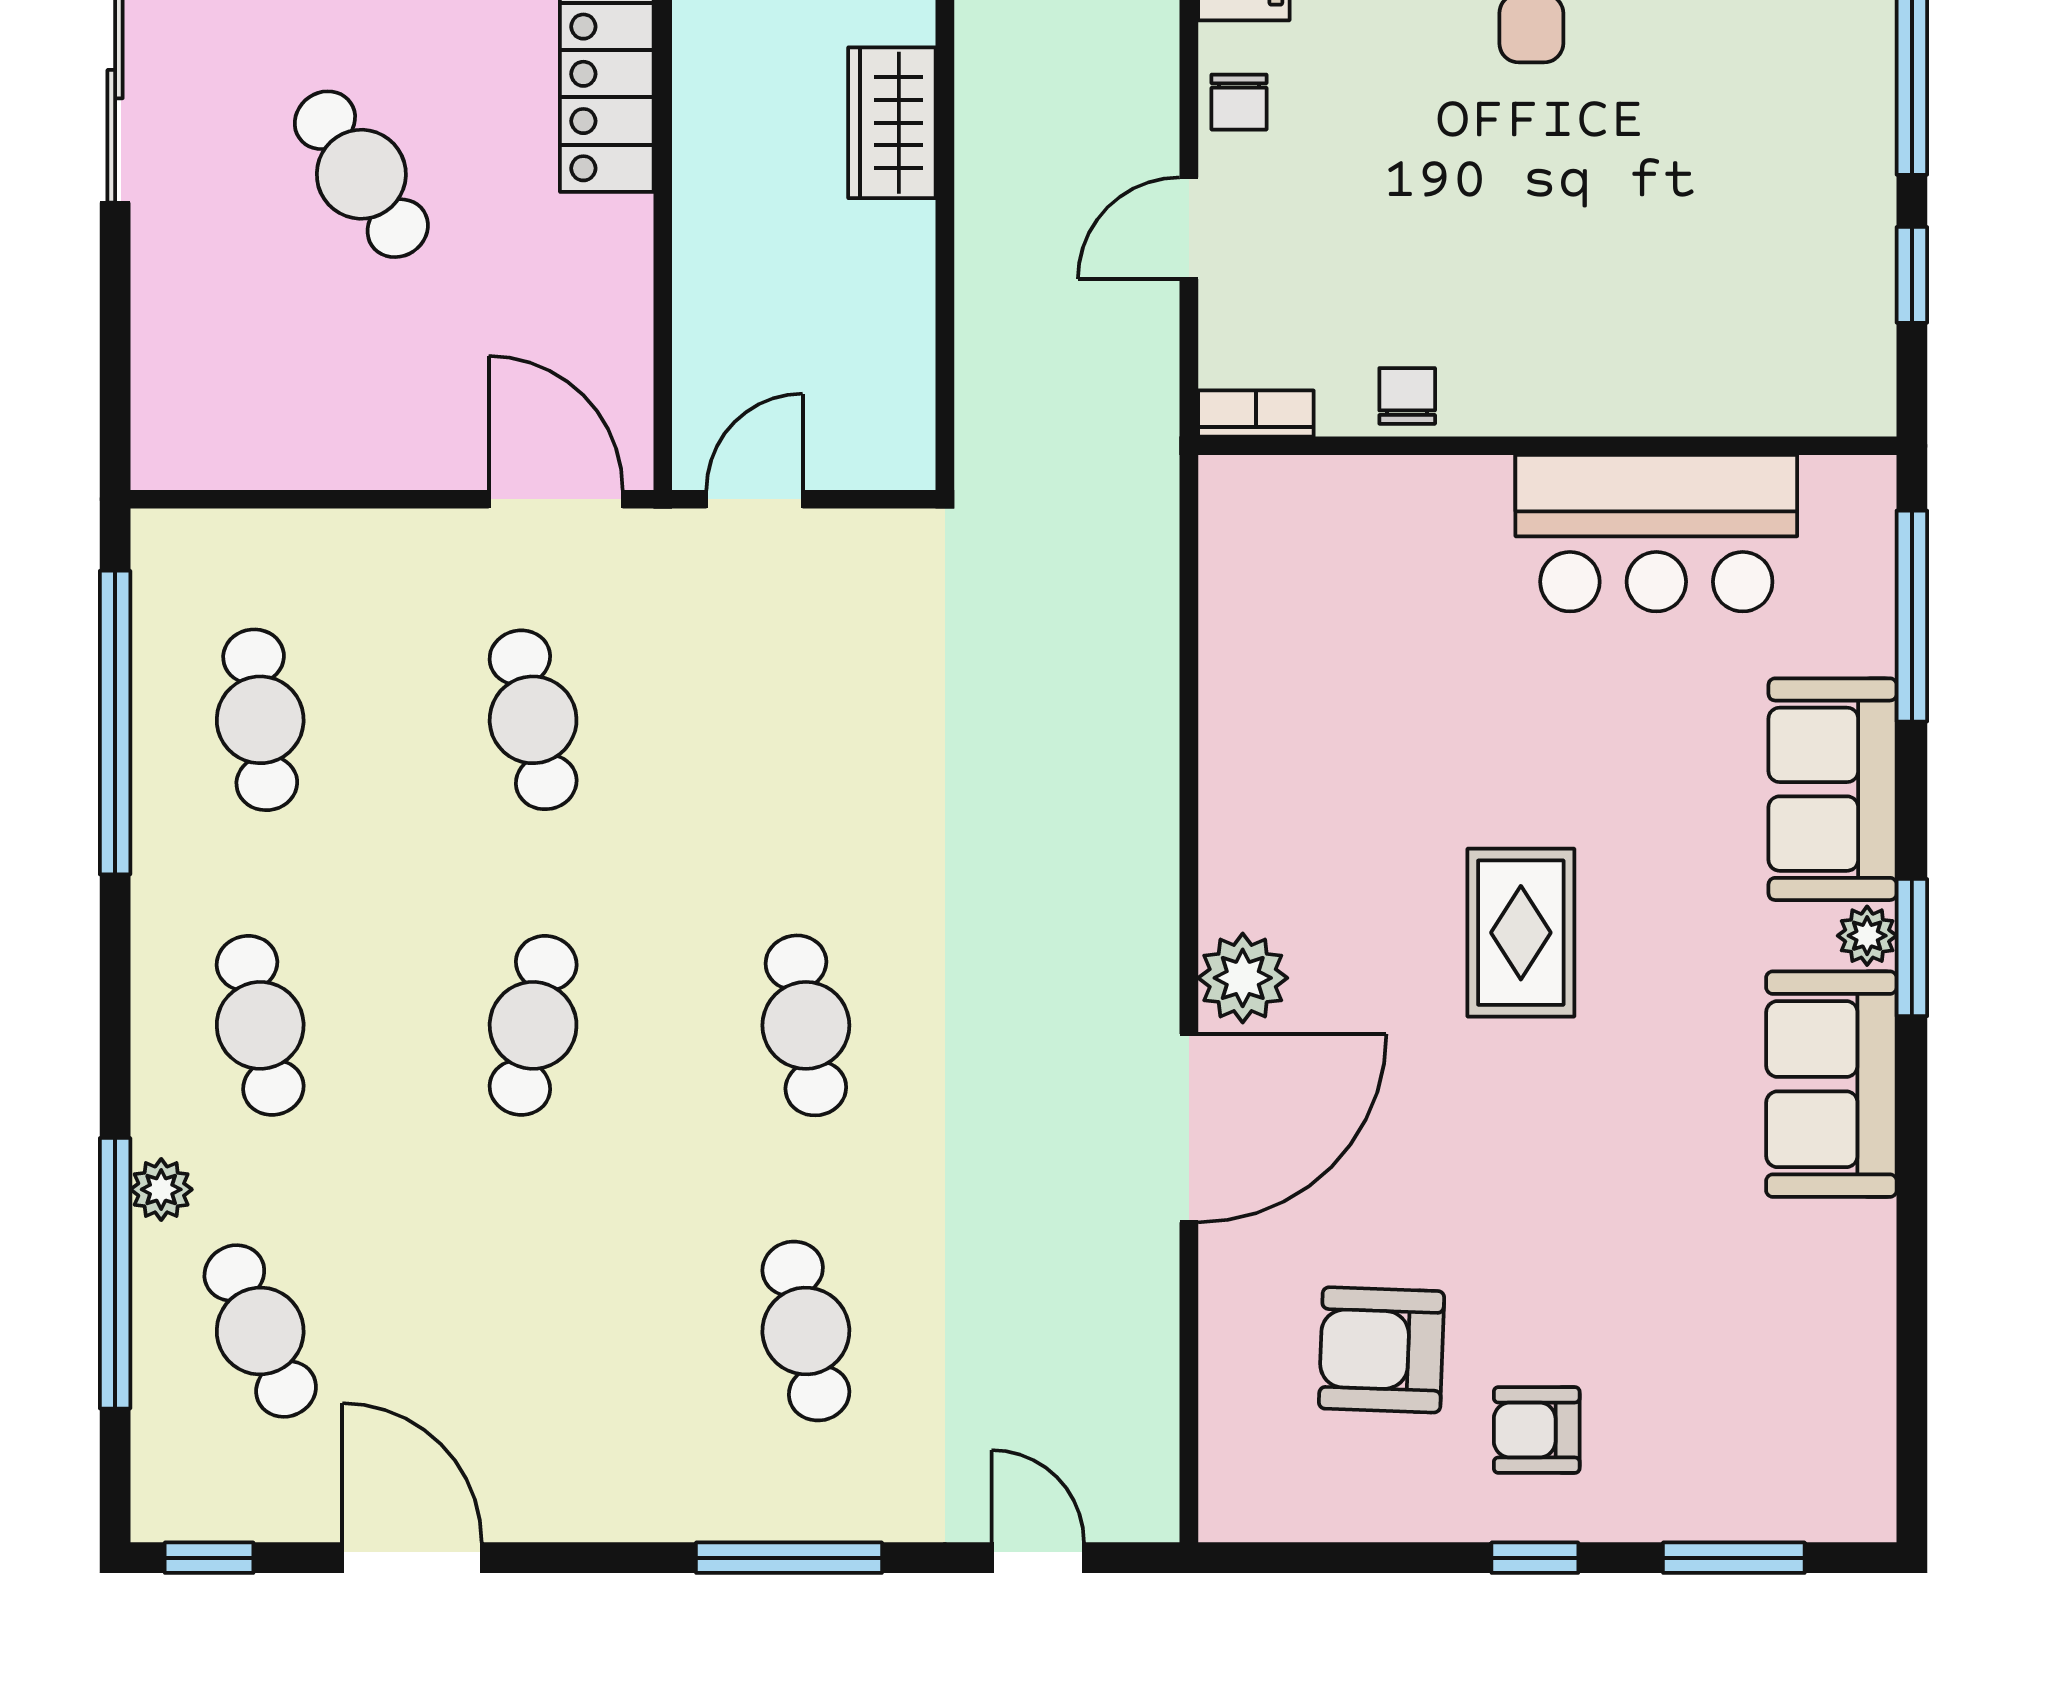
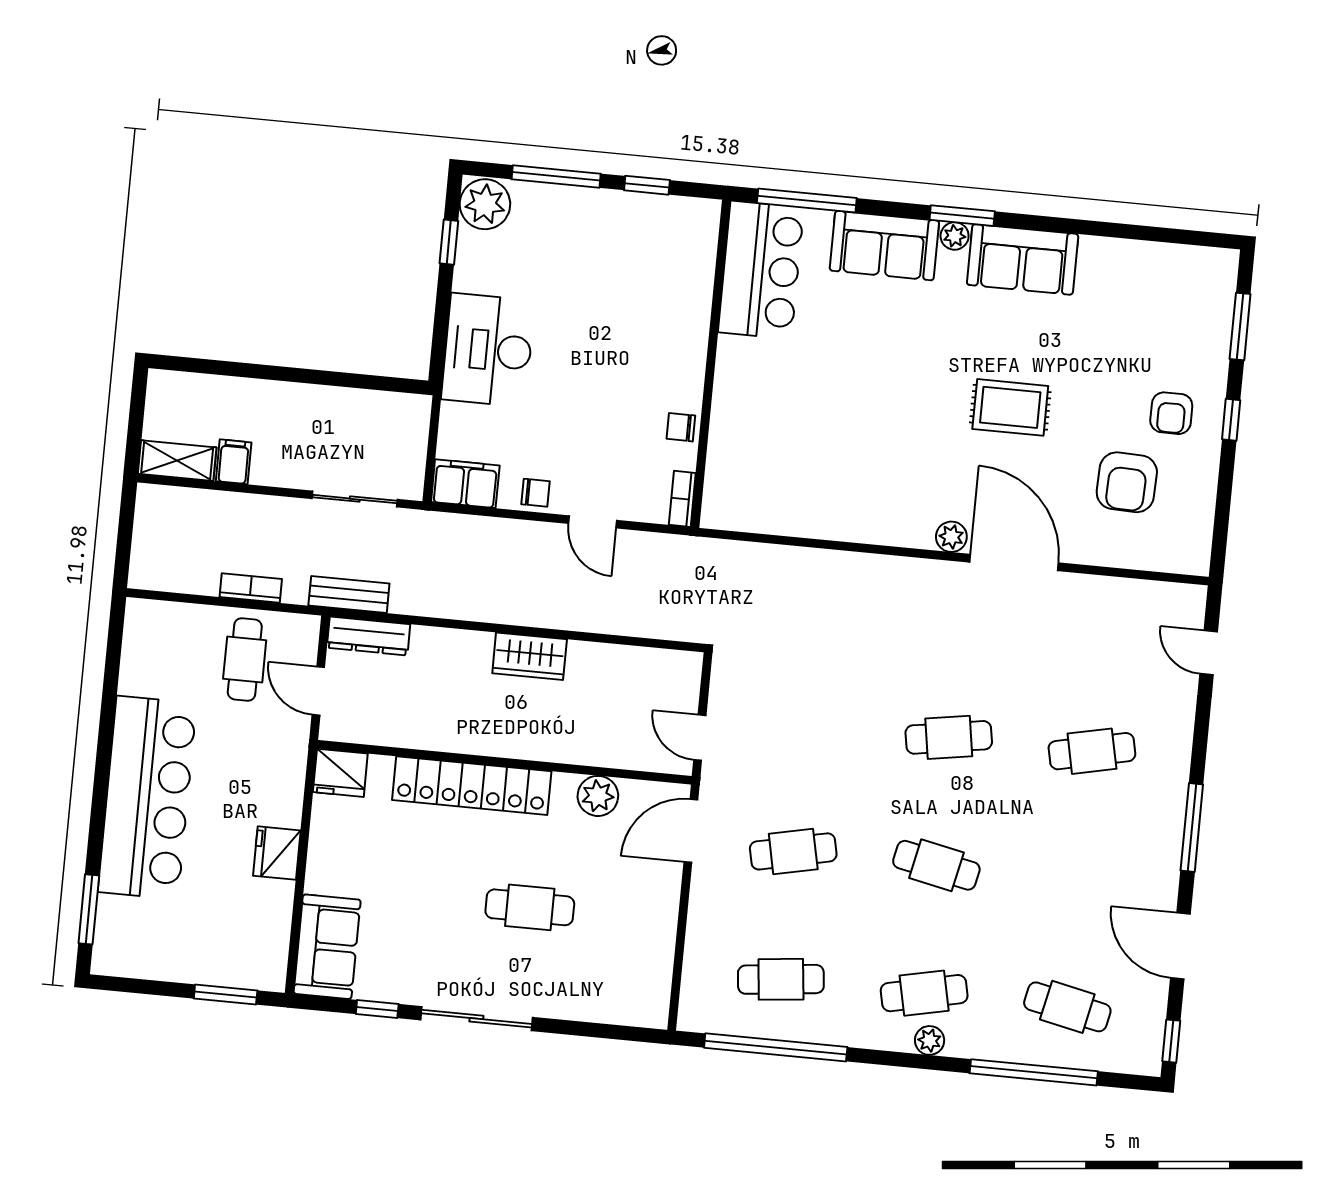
cafe table: (361, 174) -> (530, 907), turned 34
plant: (611, 296) -> (598, 796), added
bar counter: (1656, 533) -> (761, 270), moved
rug: (1521, 933) -> (1010, 407), moved
plant: (1243, 978) -> (951, 537), width x0.73, depth x0.73
plant: (161, 1189) -> (930, 1040), moved
cafe table: (260, 1331) -> (1067, 1007), turned 36
door: (412, 1558) -> (1180, 946), hinge flipped
window: (789, 1558) -> (1192, 828), moved
door: (1038, 1558) -> (1209, 653), hinge flipped

